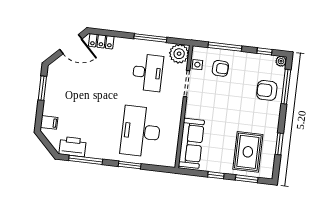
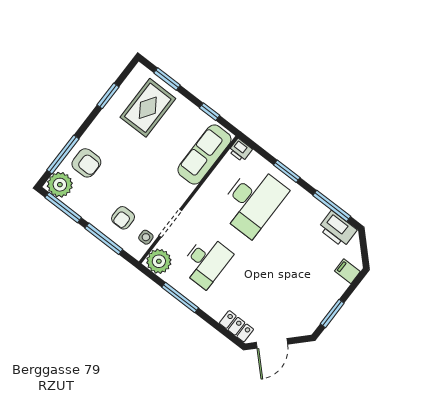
door: (71, 44) -> (272, 343), swing flipped
window: (265, 51) -> (63, 207), width x2.17
plant: (281, 61) -> (60, 185), width x1.88, depth x1.88
armchair: (220, 68) -> (123, 218), turned -92
desk: (148, 72) -> (206, 261), turned 180
printer: (169, 161) -> (240, 150), added
window: (216, 175) -> (210, 112), moved

